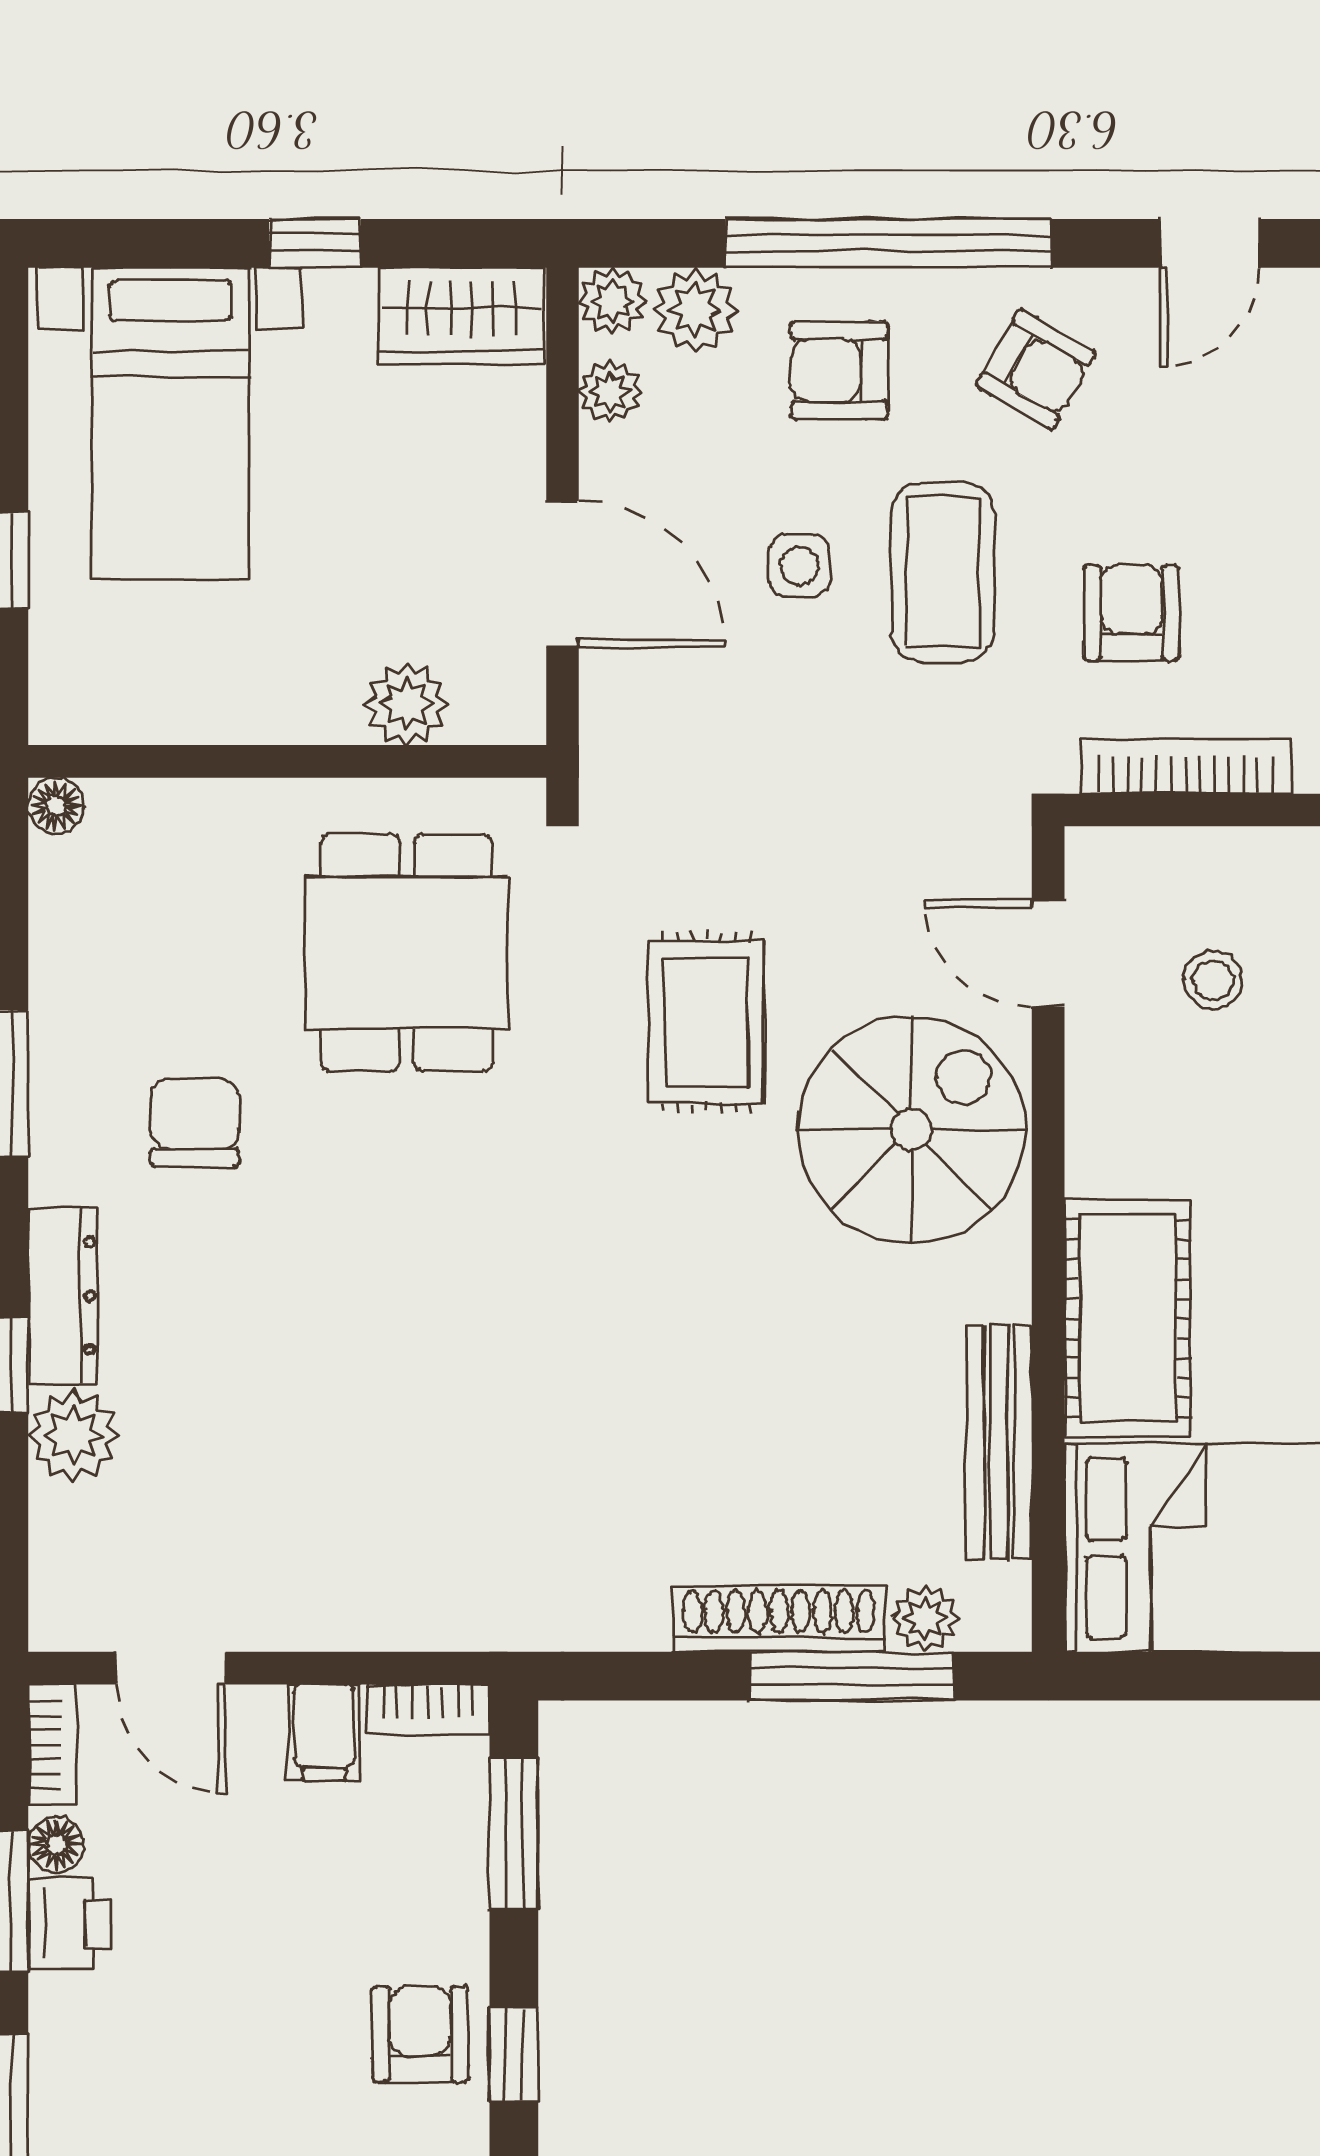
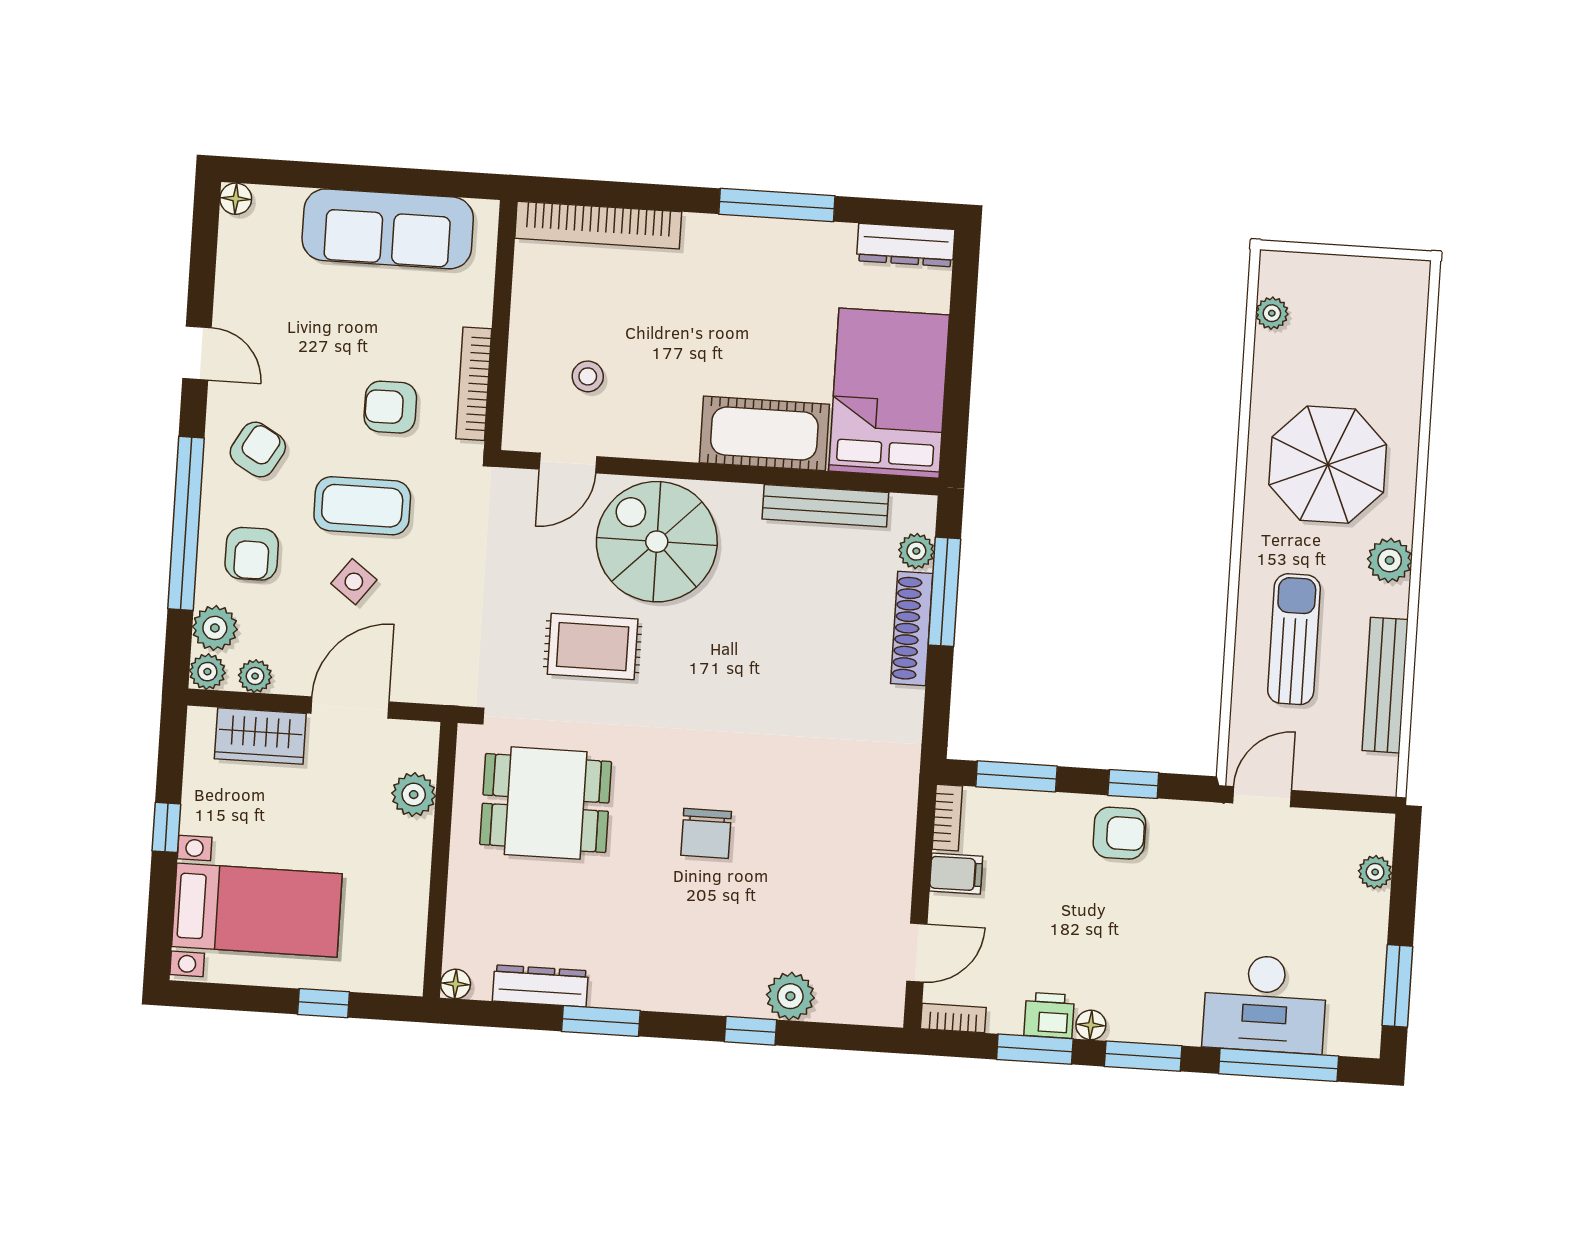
wardrobe: (461, 316) -> (260, 736), moved, turned 90
side table: (799, 566) -> (354, 582), turned 37
chair: (195, 1122) -> (706, 833), moved, turned -90
dresser: (63, 1296) -> (540, 986), moved
floor lamp: (56, 1845) -> (1091, 1025), moved
armchair: (420, 2034) -> (1119, 833), turned 180

